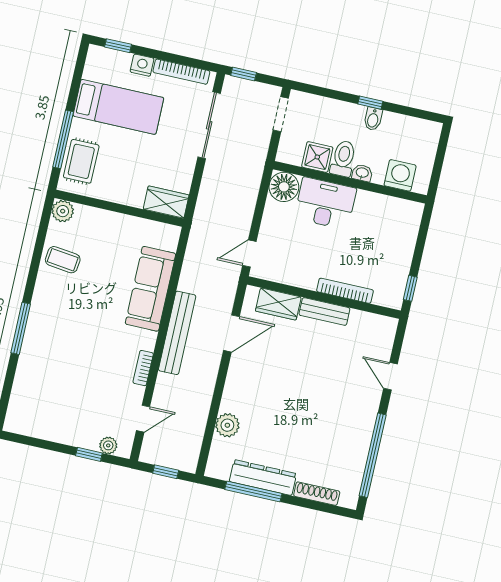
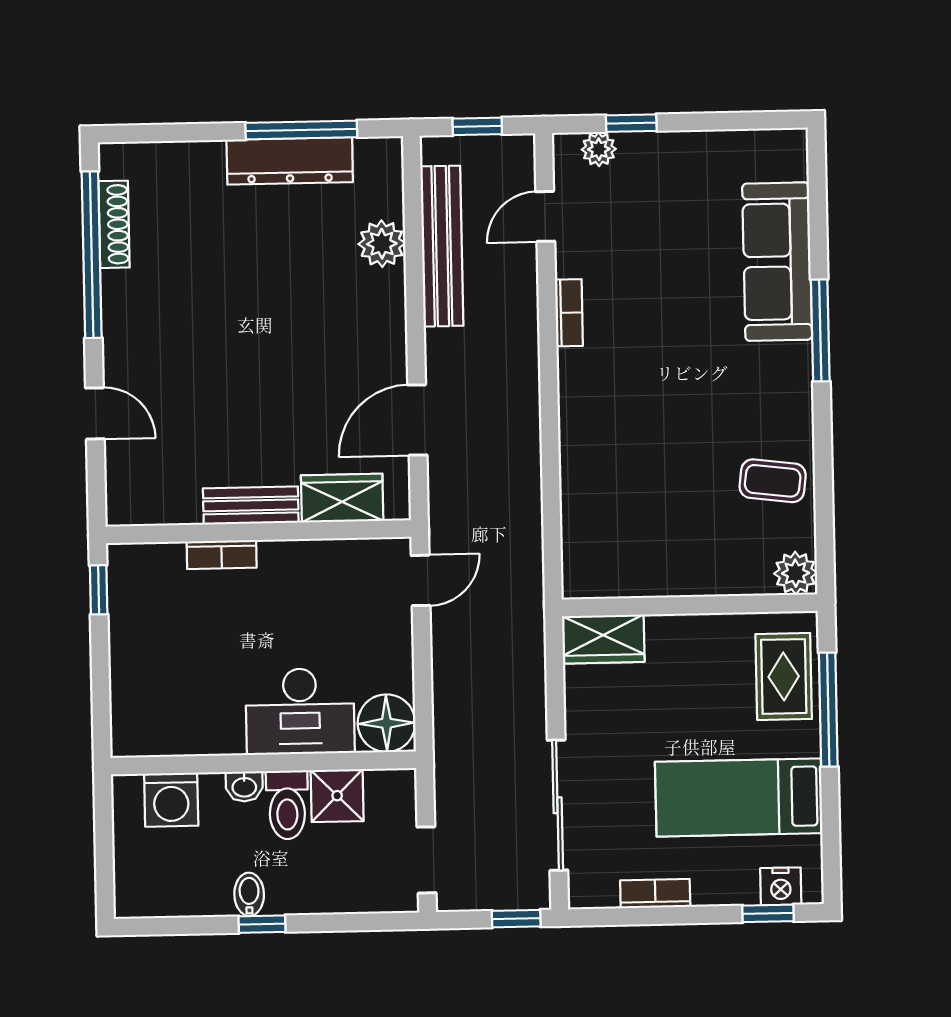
nightstand: (142, 65) -> (781, 886), moved
bookcase: (181, 72) -> (655, 894), width x0.64
sofa: (150, 289) -> (777, 262), moved, turned 180
bookcase: (345, 291) -> (222, 555), width x0.64
bench: (177, 333) -> (442, 246), moved
shoe rack: (317, 494) -> (114, 224), moved, turned -90

